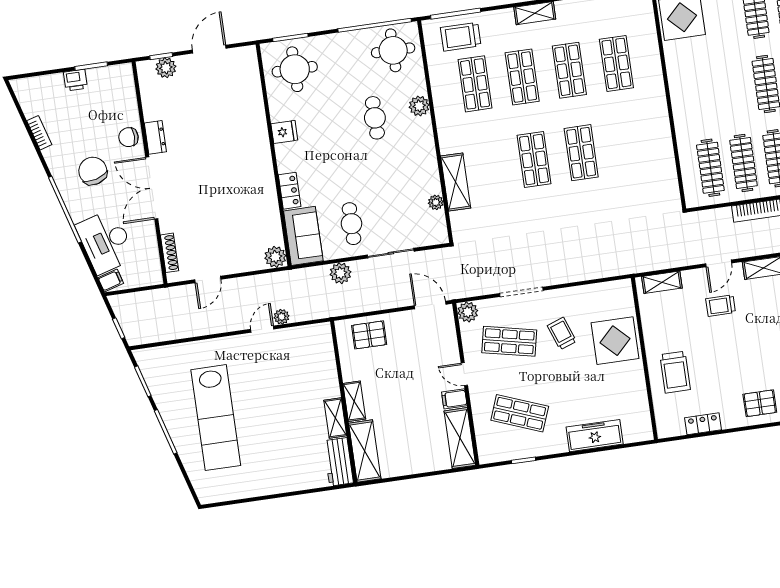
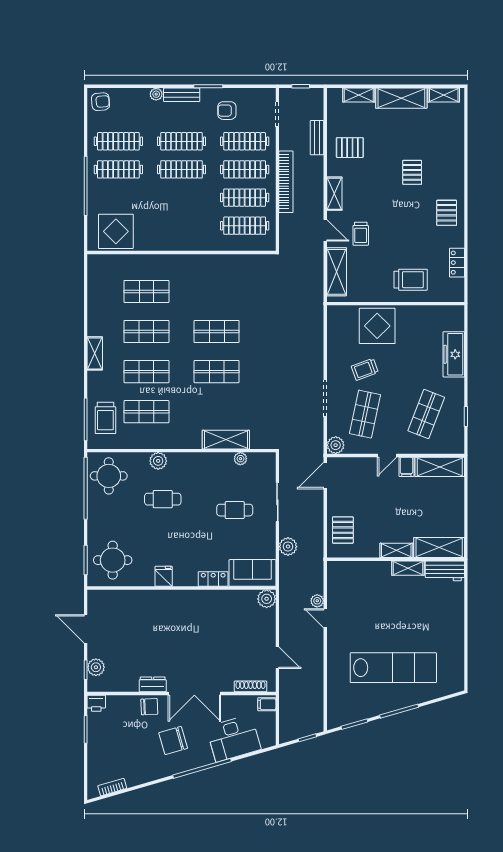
printer: (75, 80) -> (96, 703), moved, turned 90
bookcase: (39, 133) -> (112, 787), moved
chair: (129, 137) -> (149, 707), turned -92
cafe table: (351, 224) -> (235, 510), moved
filing cabinet: (111, 280) -> (267, 704), moved, turned -74
shelving: (662, 282) -> (337, 272), width x1.50, depth x1.33

